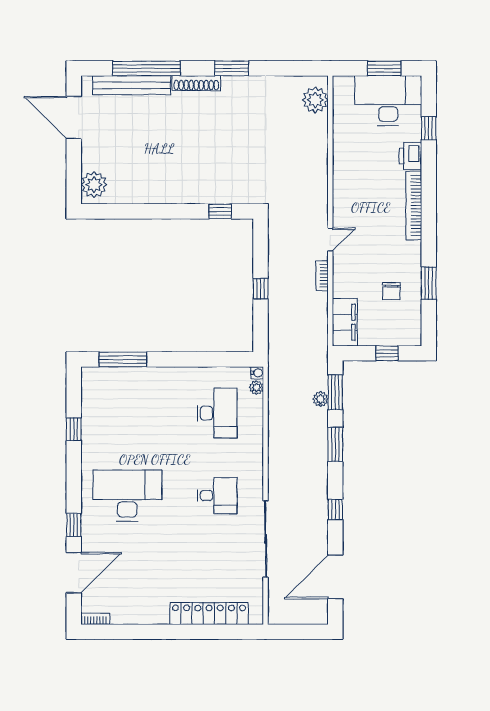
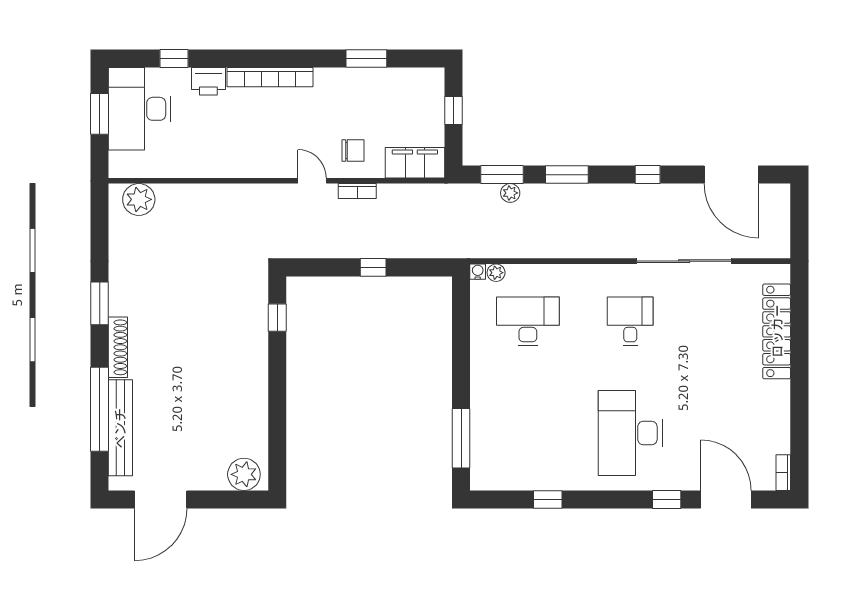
chair: (391, 291) -> (353, 151), moved

